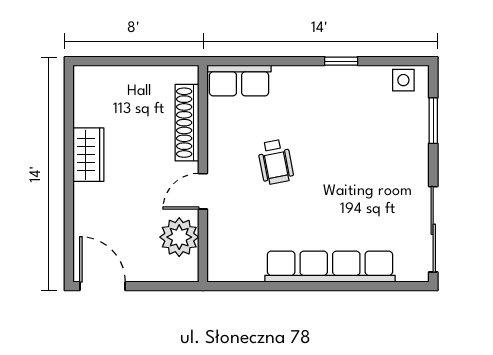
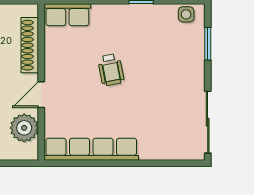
wheelchair: (276, 162) -> (111, 70), moved
row of seats: (330, 267) -> (91, 149), moved

